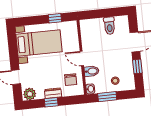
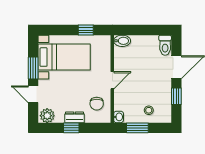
toilet: (109, 26) -> (165, 45), moved
window: (14, 55) -> (33, 68), added
door: (82, 58) -> (112, 80), swing flipped
bidet: (91, 71) -> (122, 41), moved

